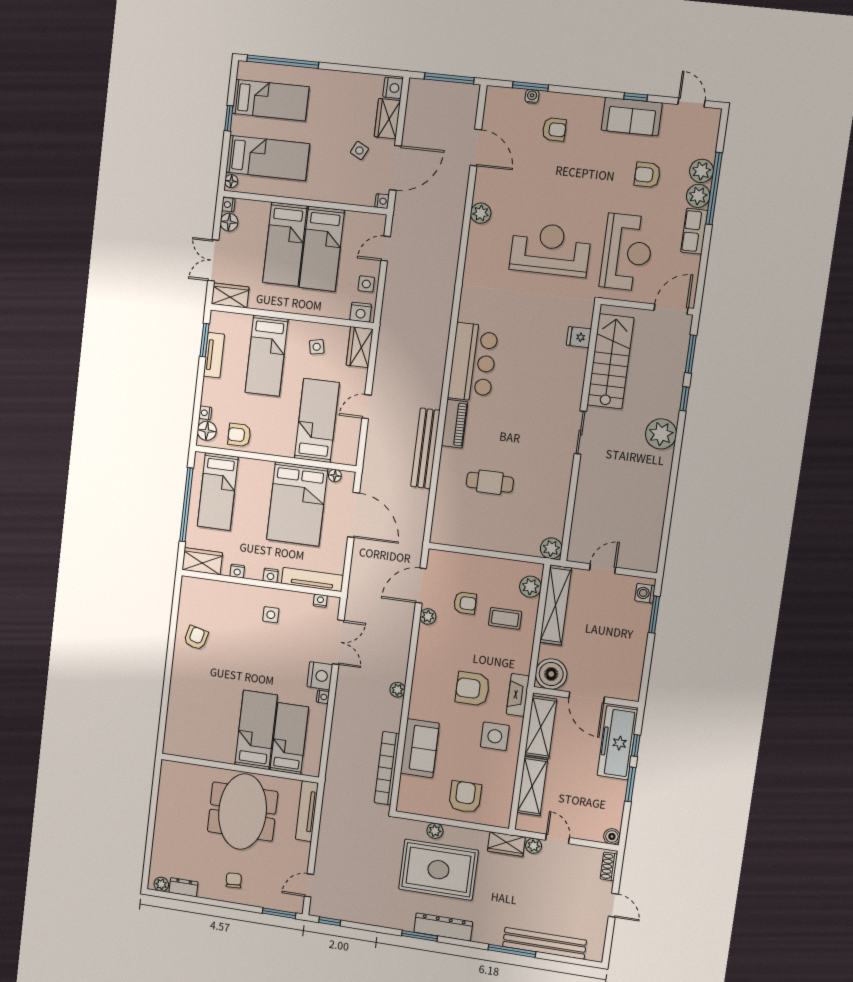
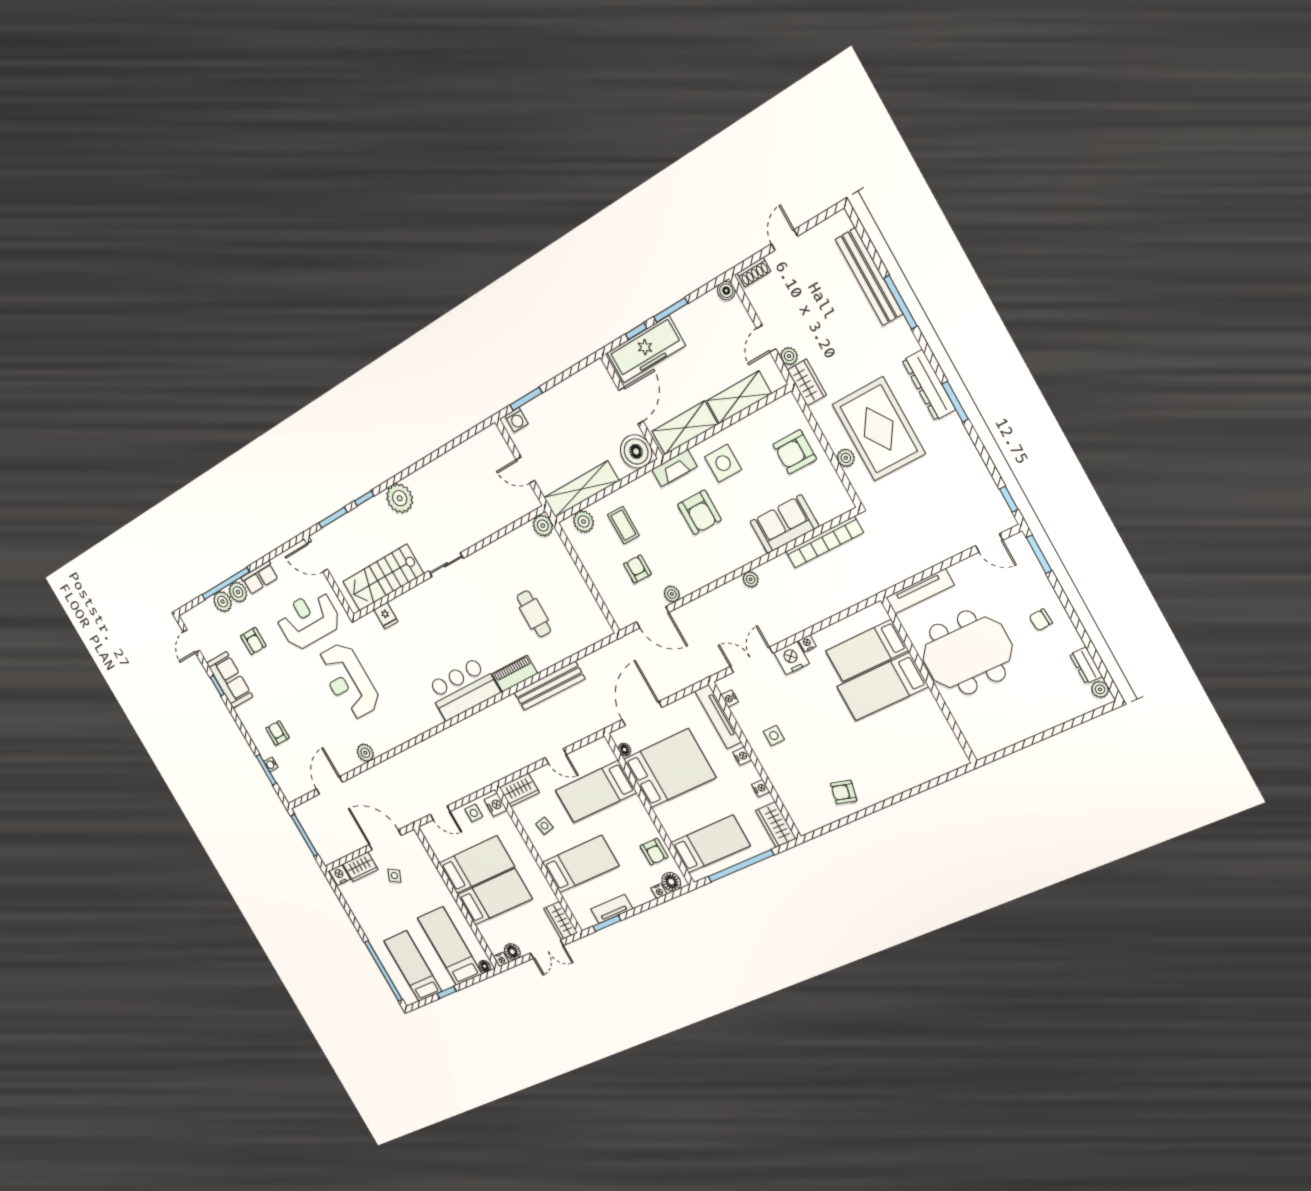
nightstand: (382, 201) -> (413, 836), removed

